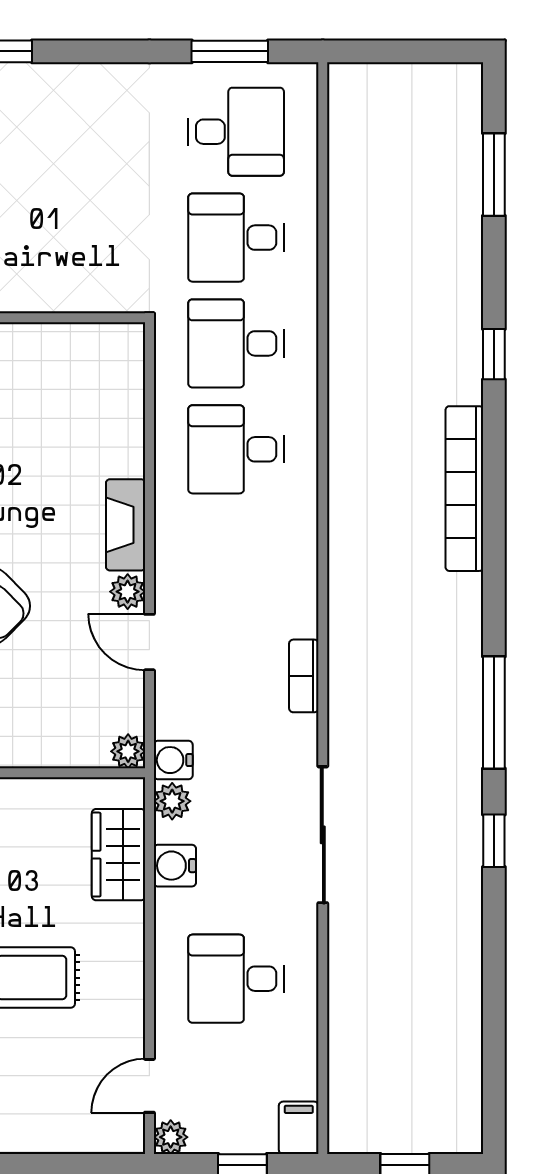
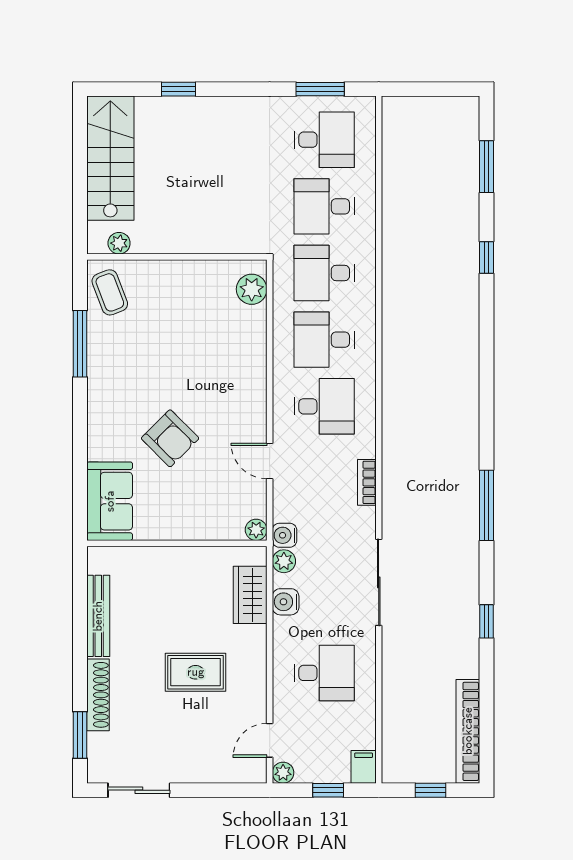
window: (494, 354) -> (486, 258), moved
bookcase: (464, 489) -> (468, 731), moved
fireplace: (126, 525) -> (255, 387), removed
desk: (236, 555) -> (324, 406), added
plant: (128, 592) -> (252, 289), moved, width x1.38, depth x1.38
window: (494, 841) -> (486, 621), moved
desk: (236, 979) -> (324, 673), turned 180

